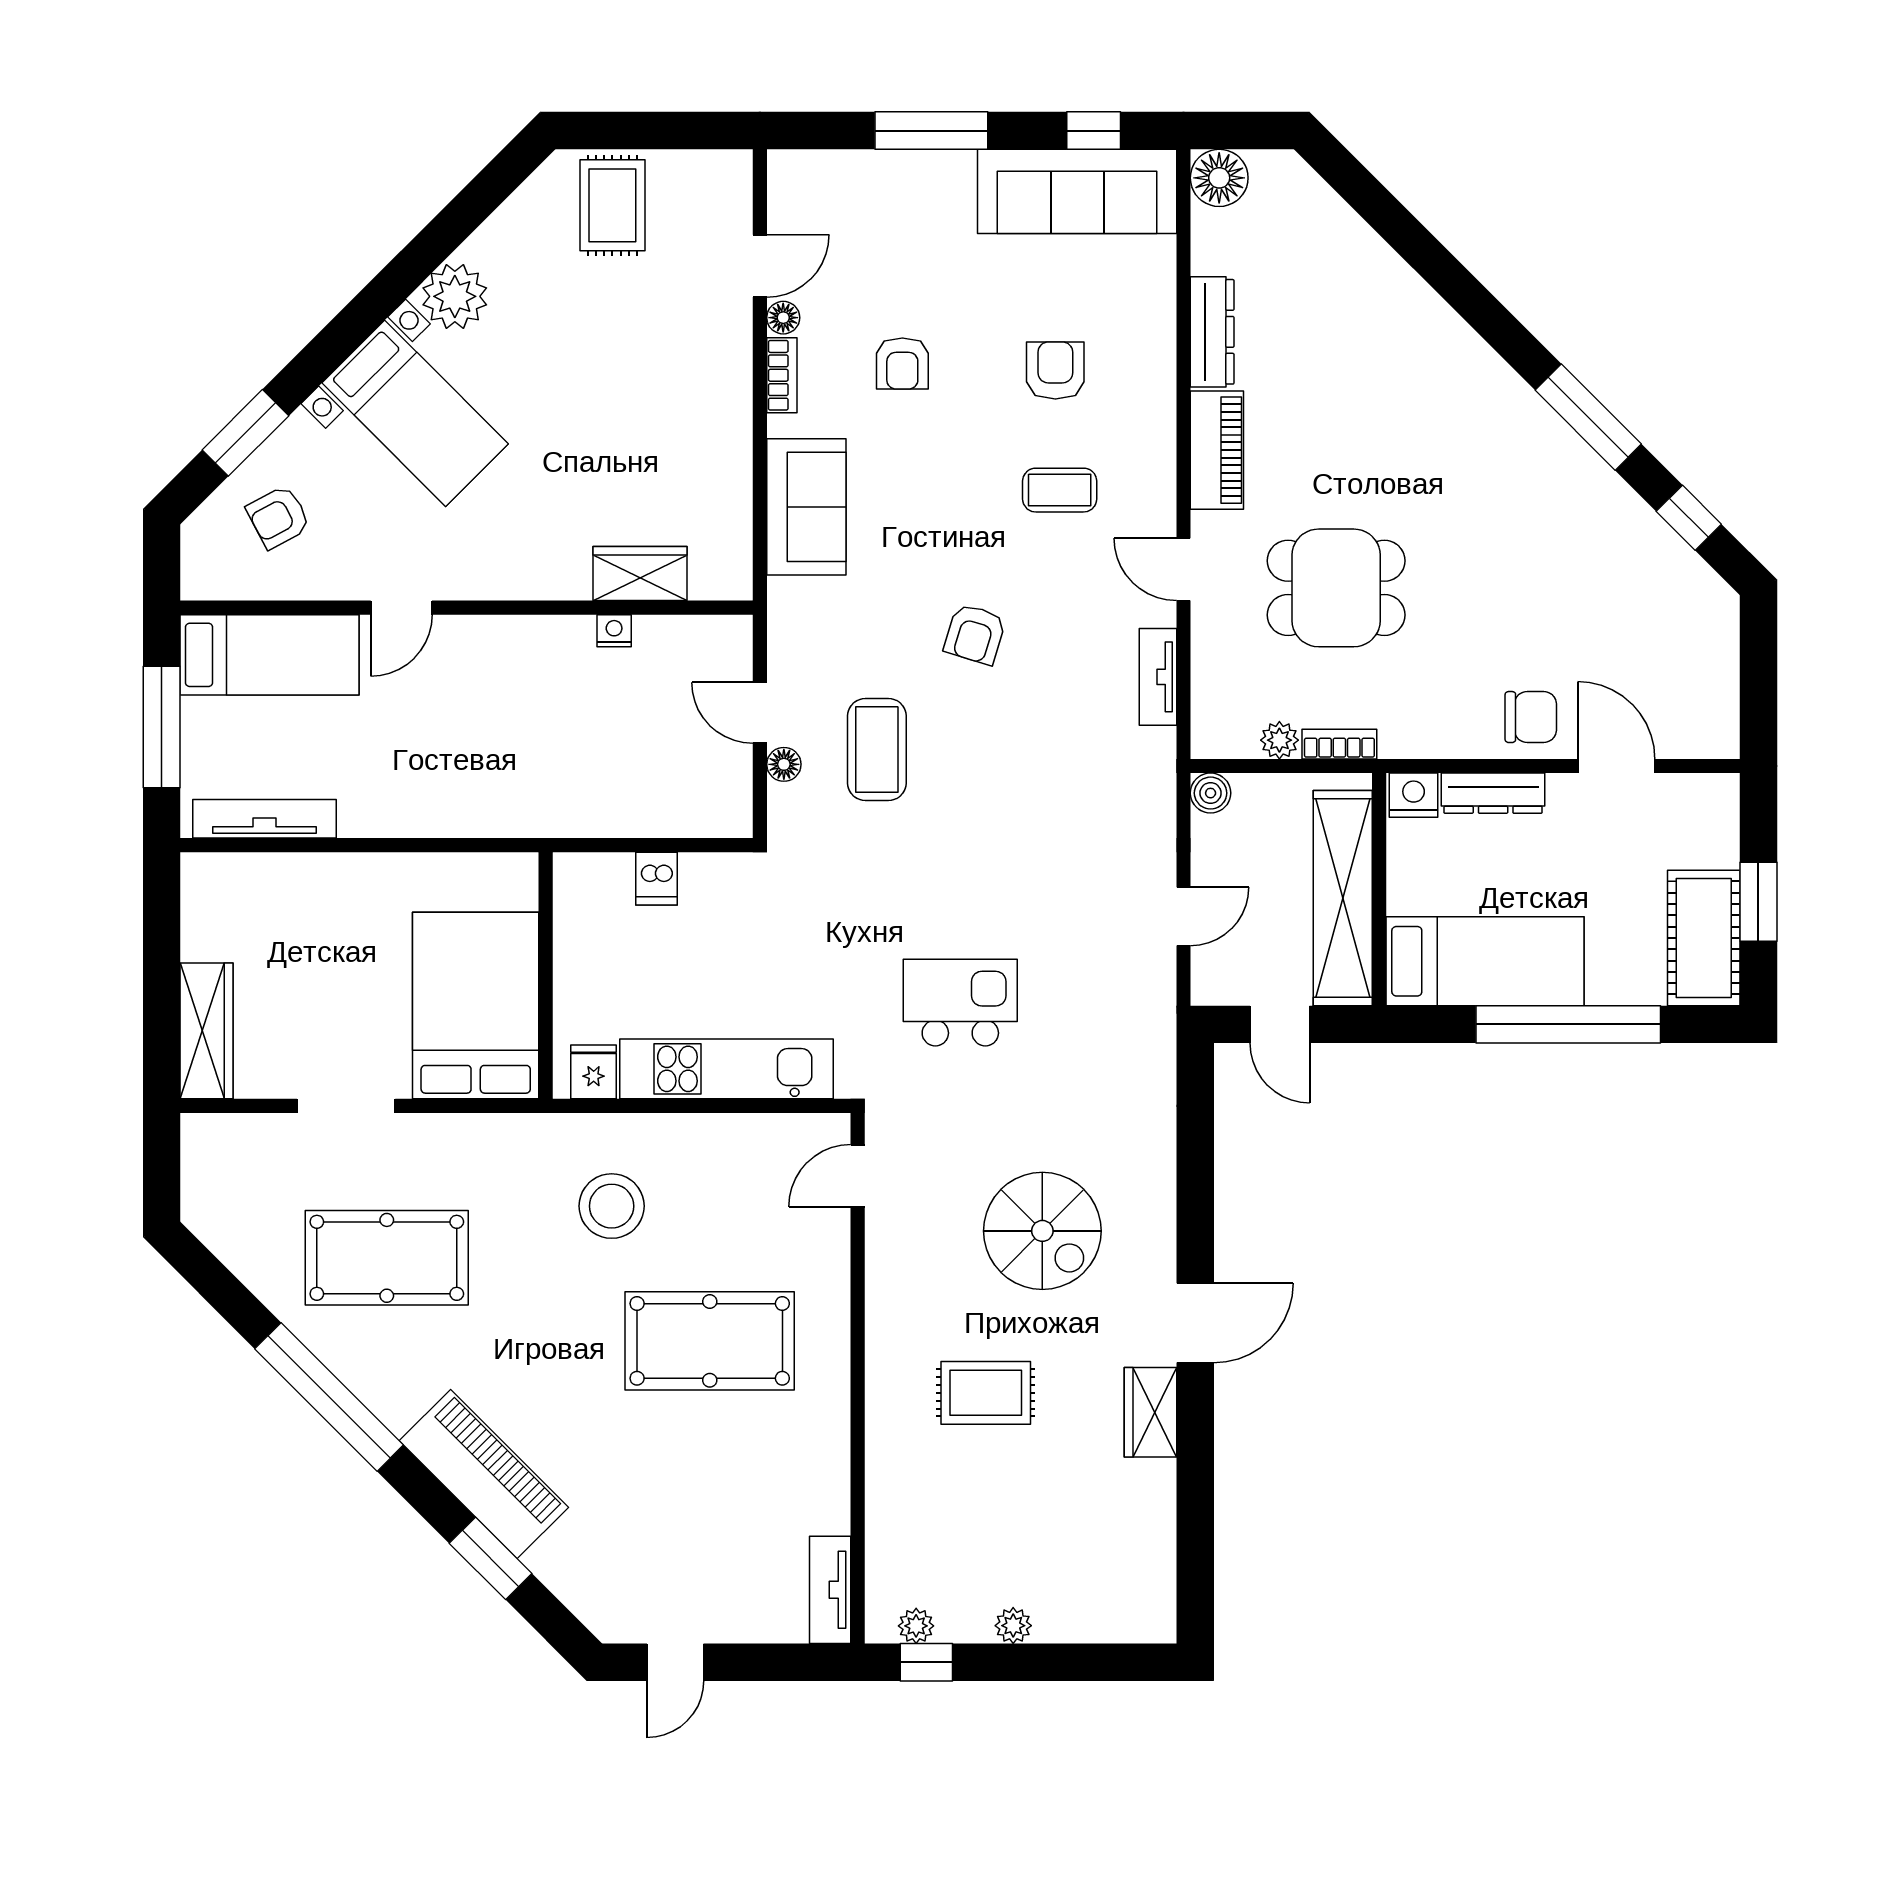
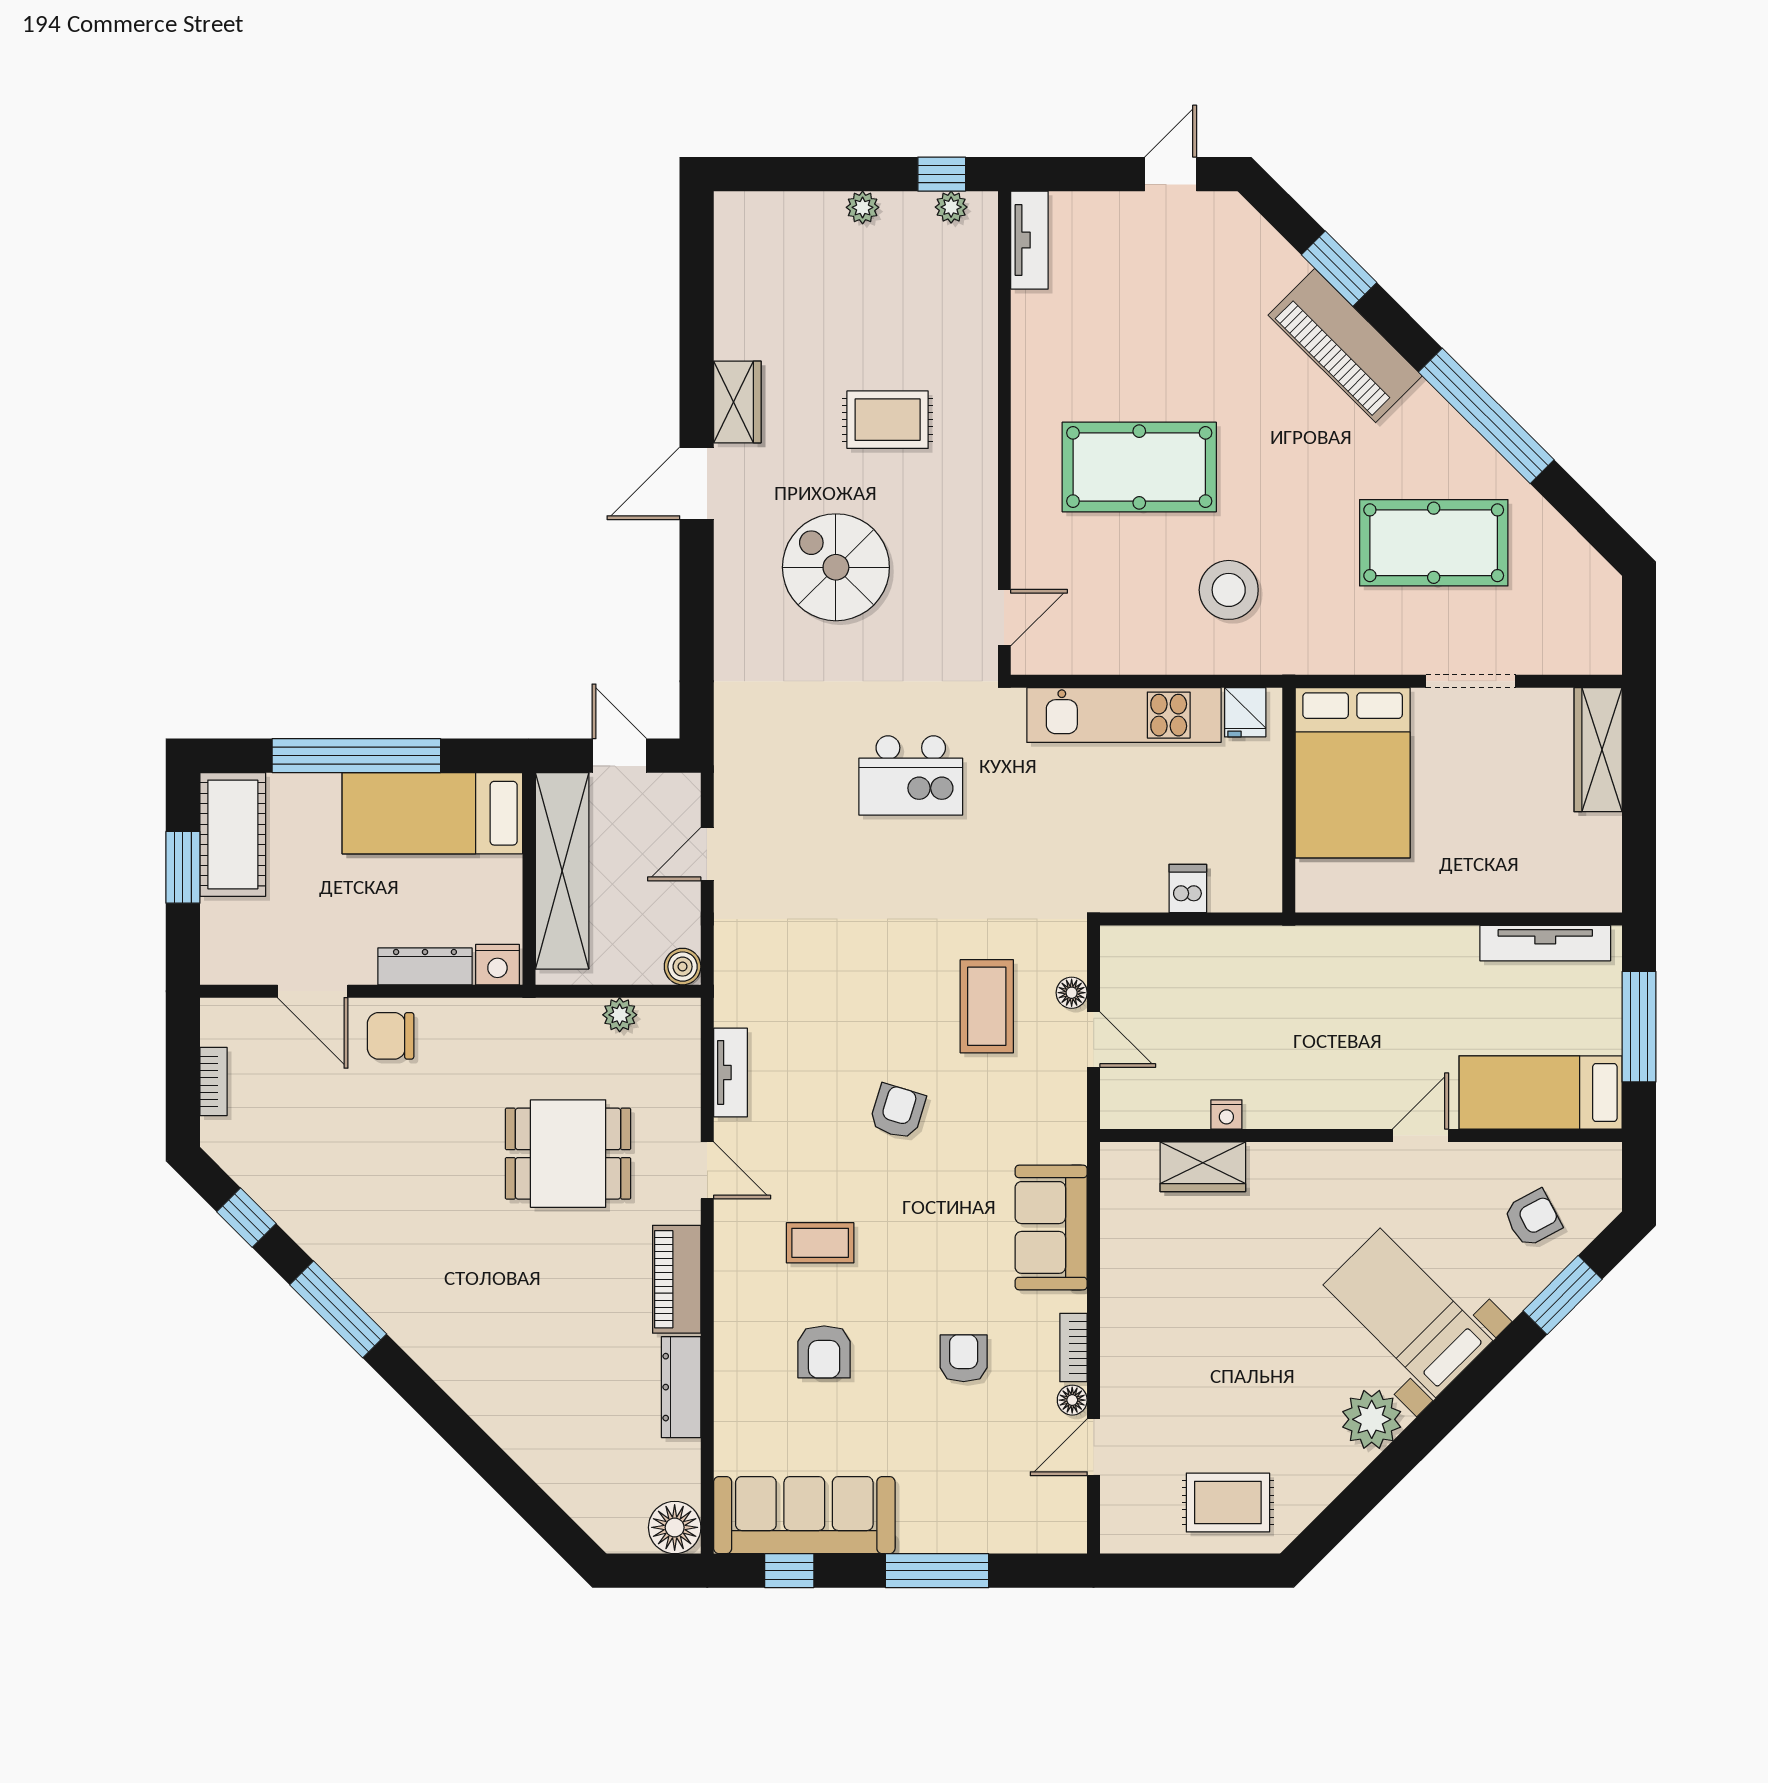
rug: (612, 205) -> (1228, 1502), turned 90
bookcase: (1339, 744) -> (214, 1082), moved, turned -90

